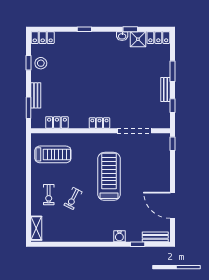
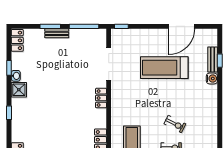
shower: (138, 39) -> (19, 90), moved
bench: (166, 90) -> (57, 33), moved
window: (173, 106) -> (84, 26), width x2.17
treadmill: (109, 176) -> (164, 68), moved
bench: (155, 237) -> (213, 59), moved

